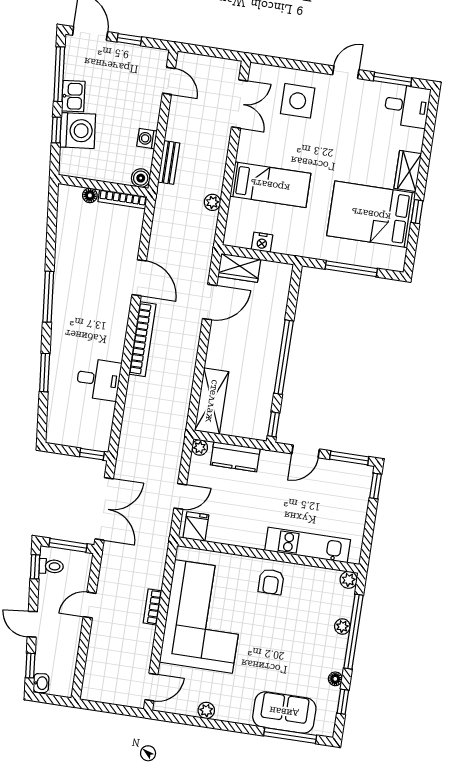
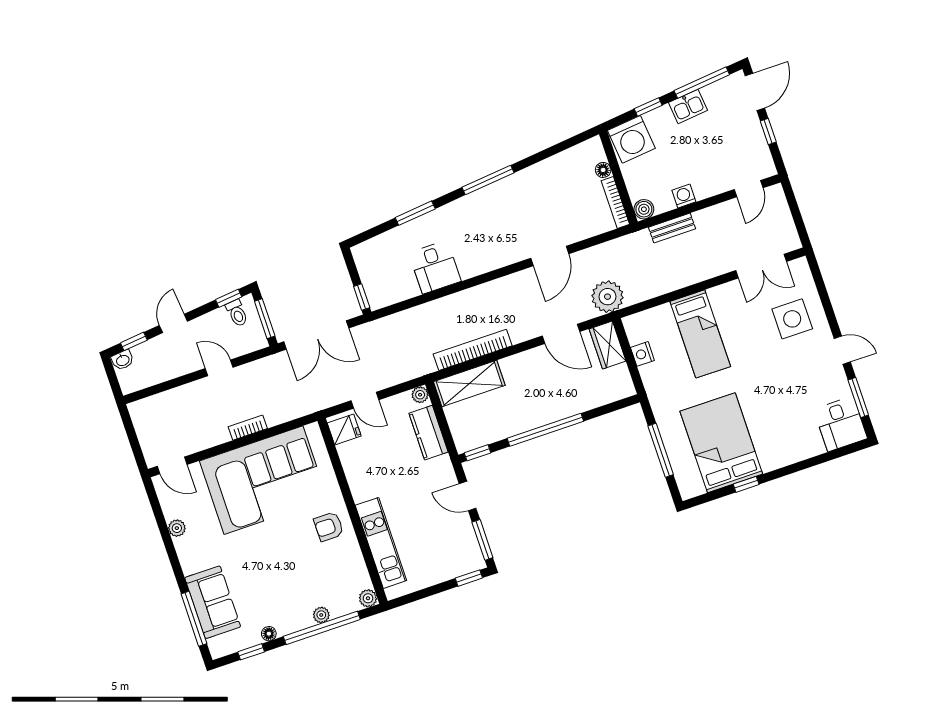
washing machine: (78, 131) -> (631, 139), moved
wardrobe: (408, 171) -> (780, 456), removed
plant: (212, 202) -> (607, 297), moved, width x1.88, depth x1.88
bookcase: (142, 339) -> (473, 350), moved, turned 180

